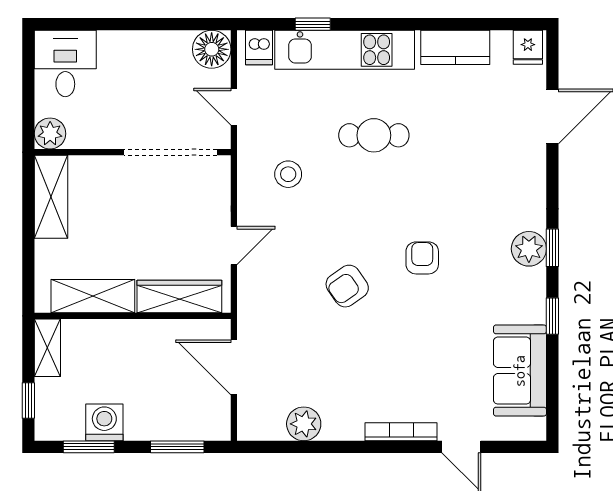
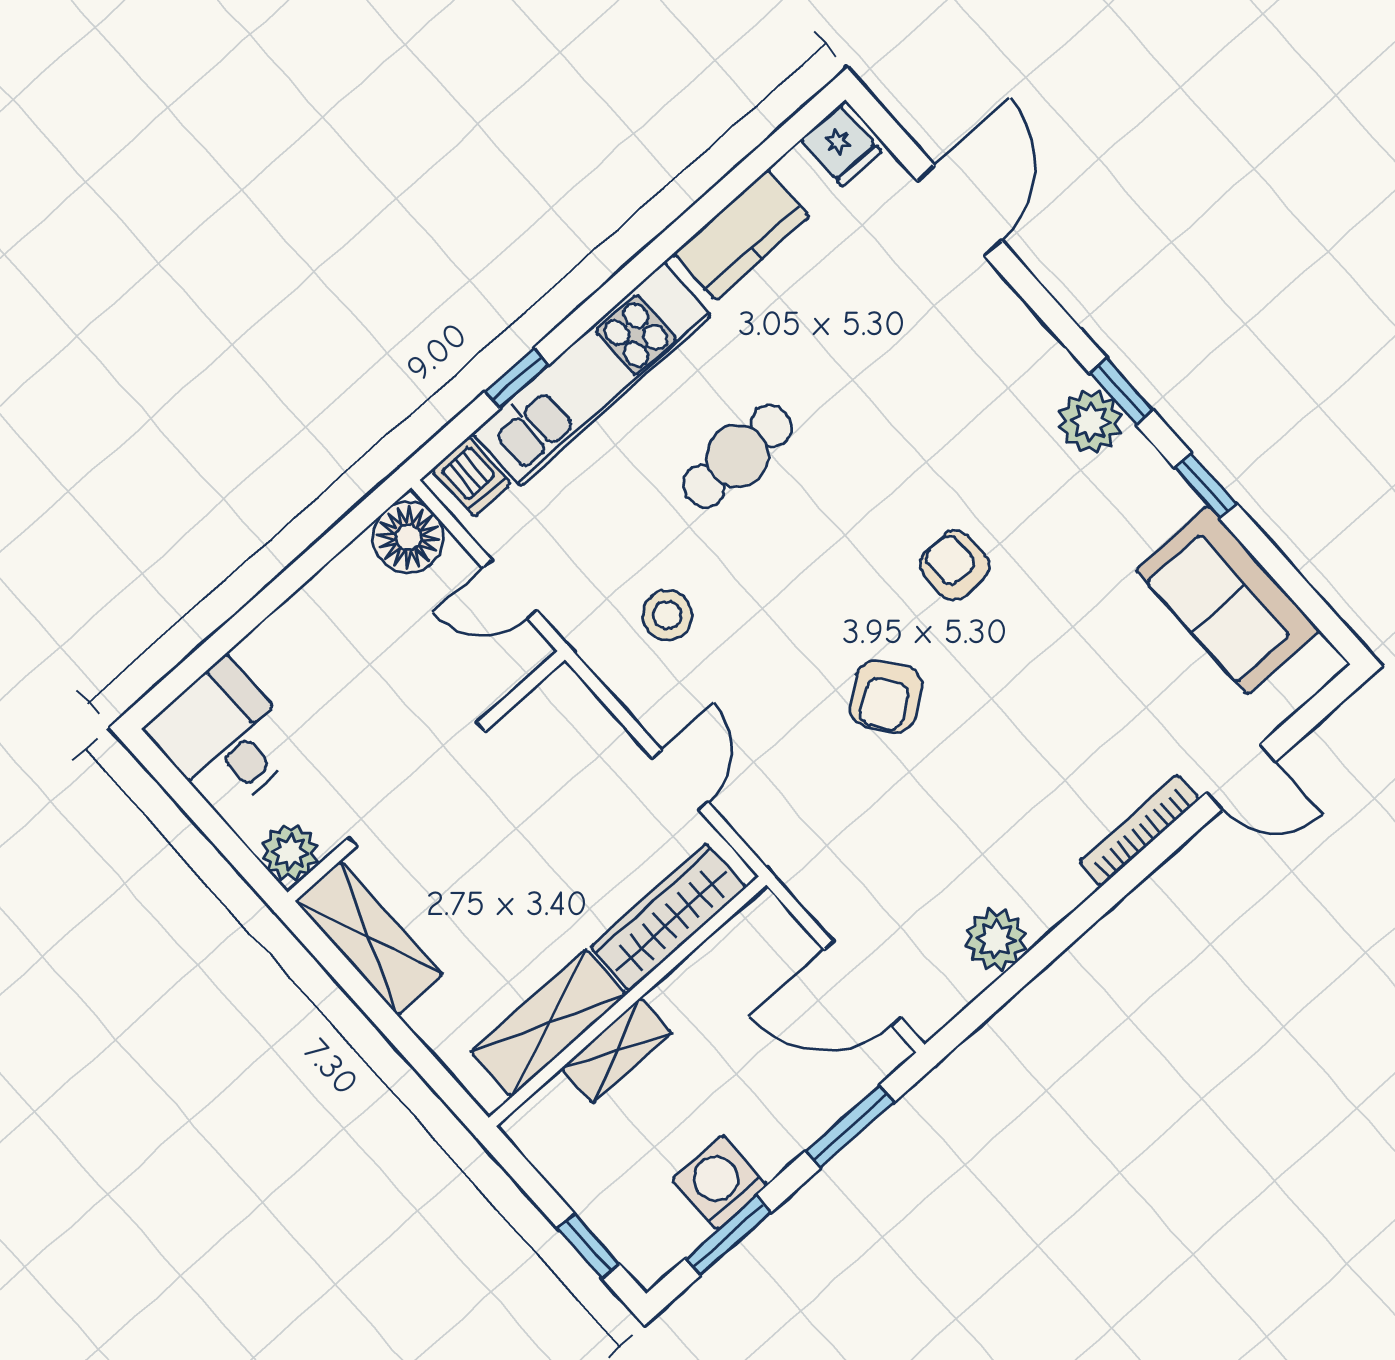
doorway: (171, 152) -> (417, 784), moved
shelving: (47, 348) -> (617, 1051), moved, turned 90
door: (234, 367) -> (862, 983), moved

